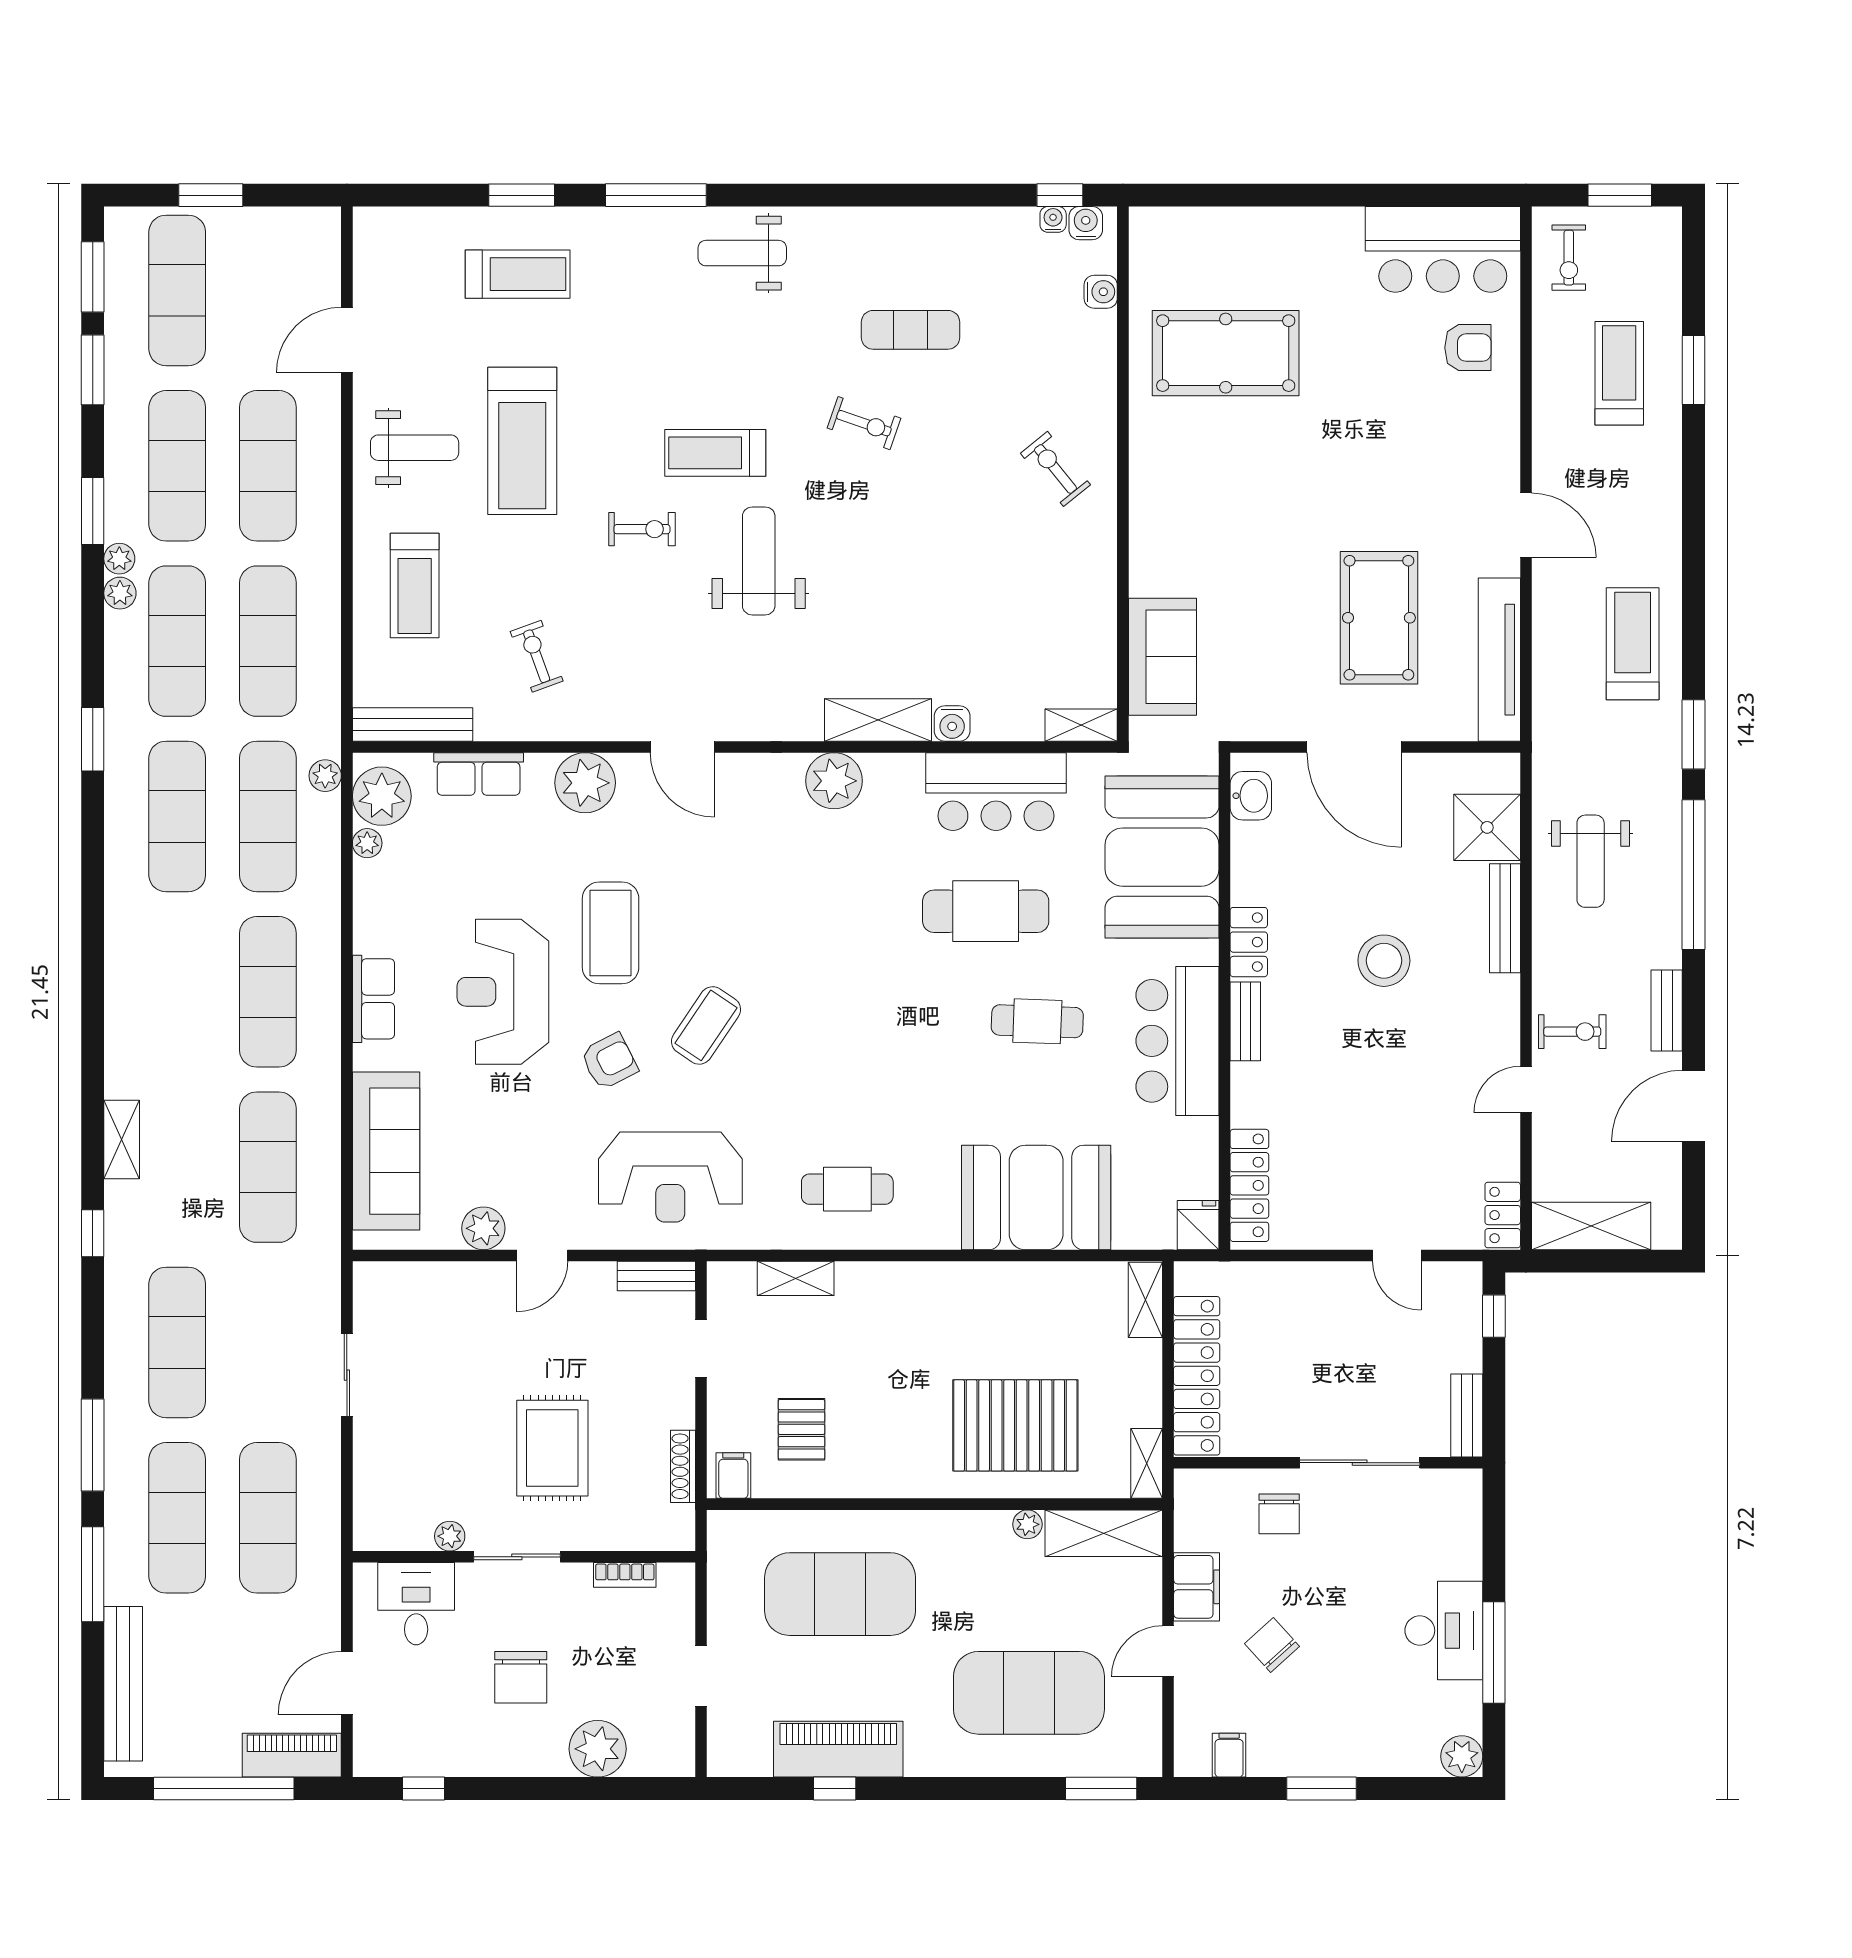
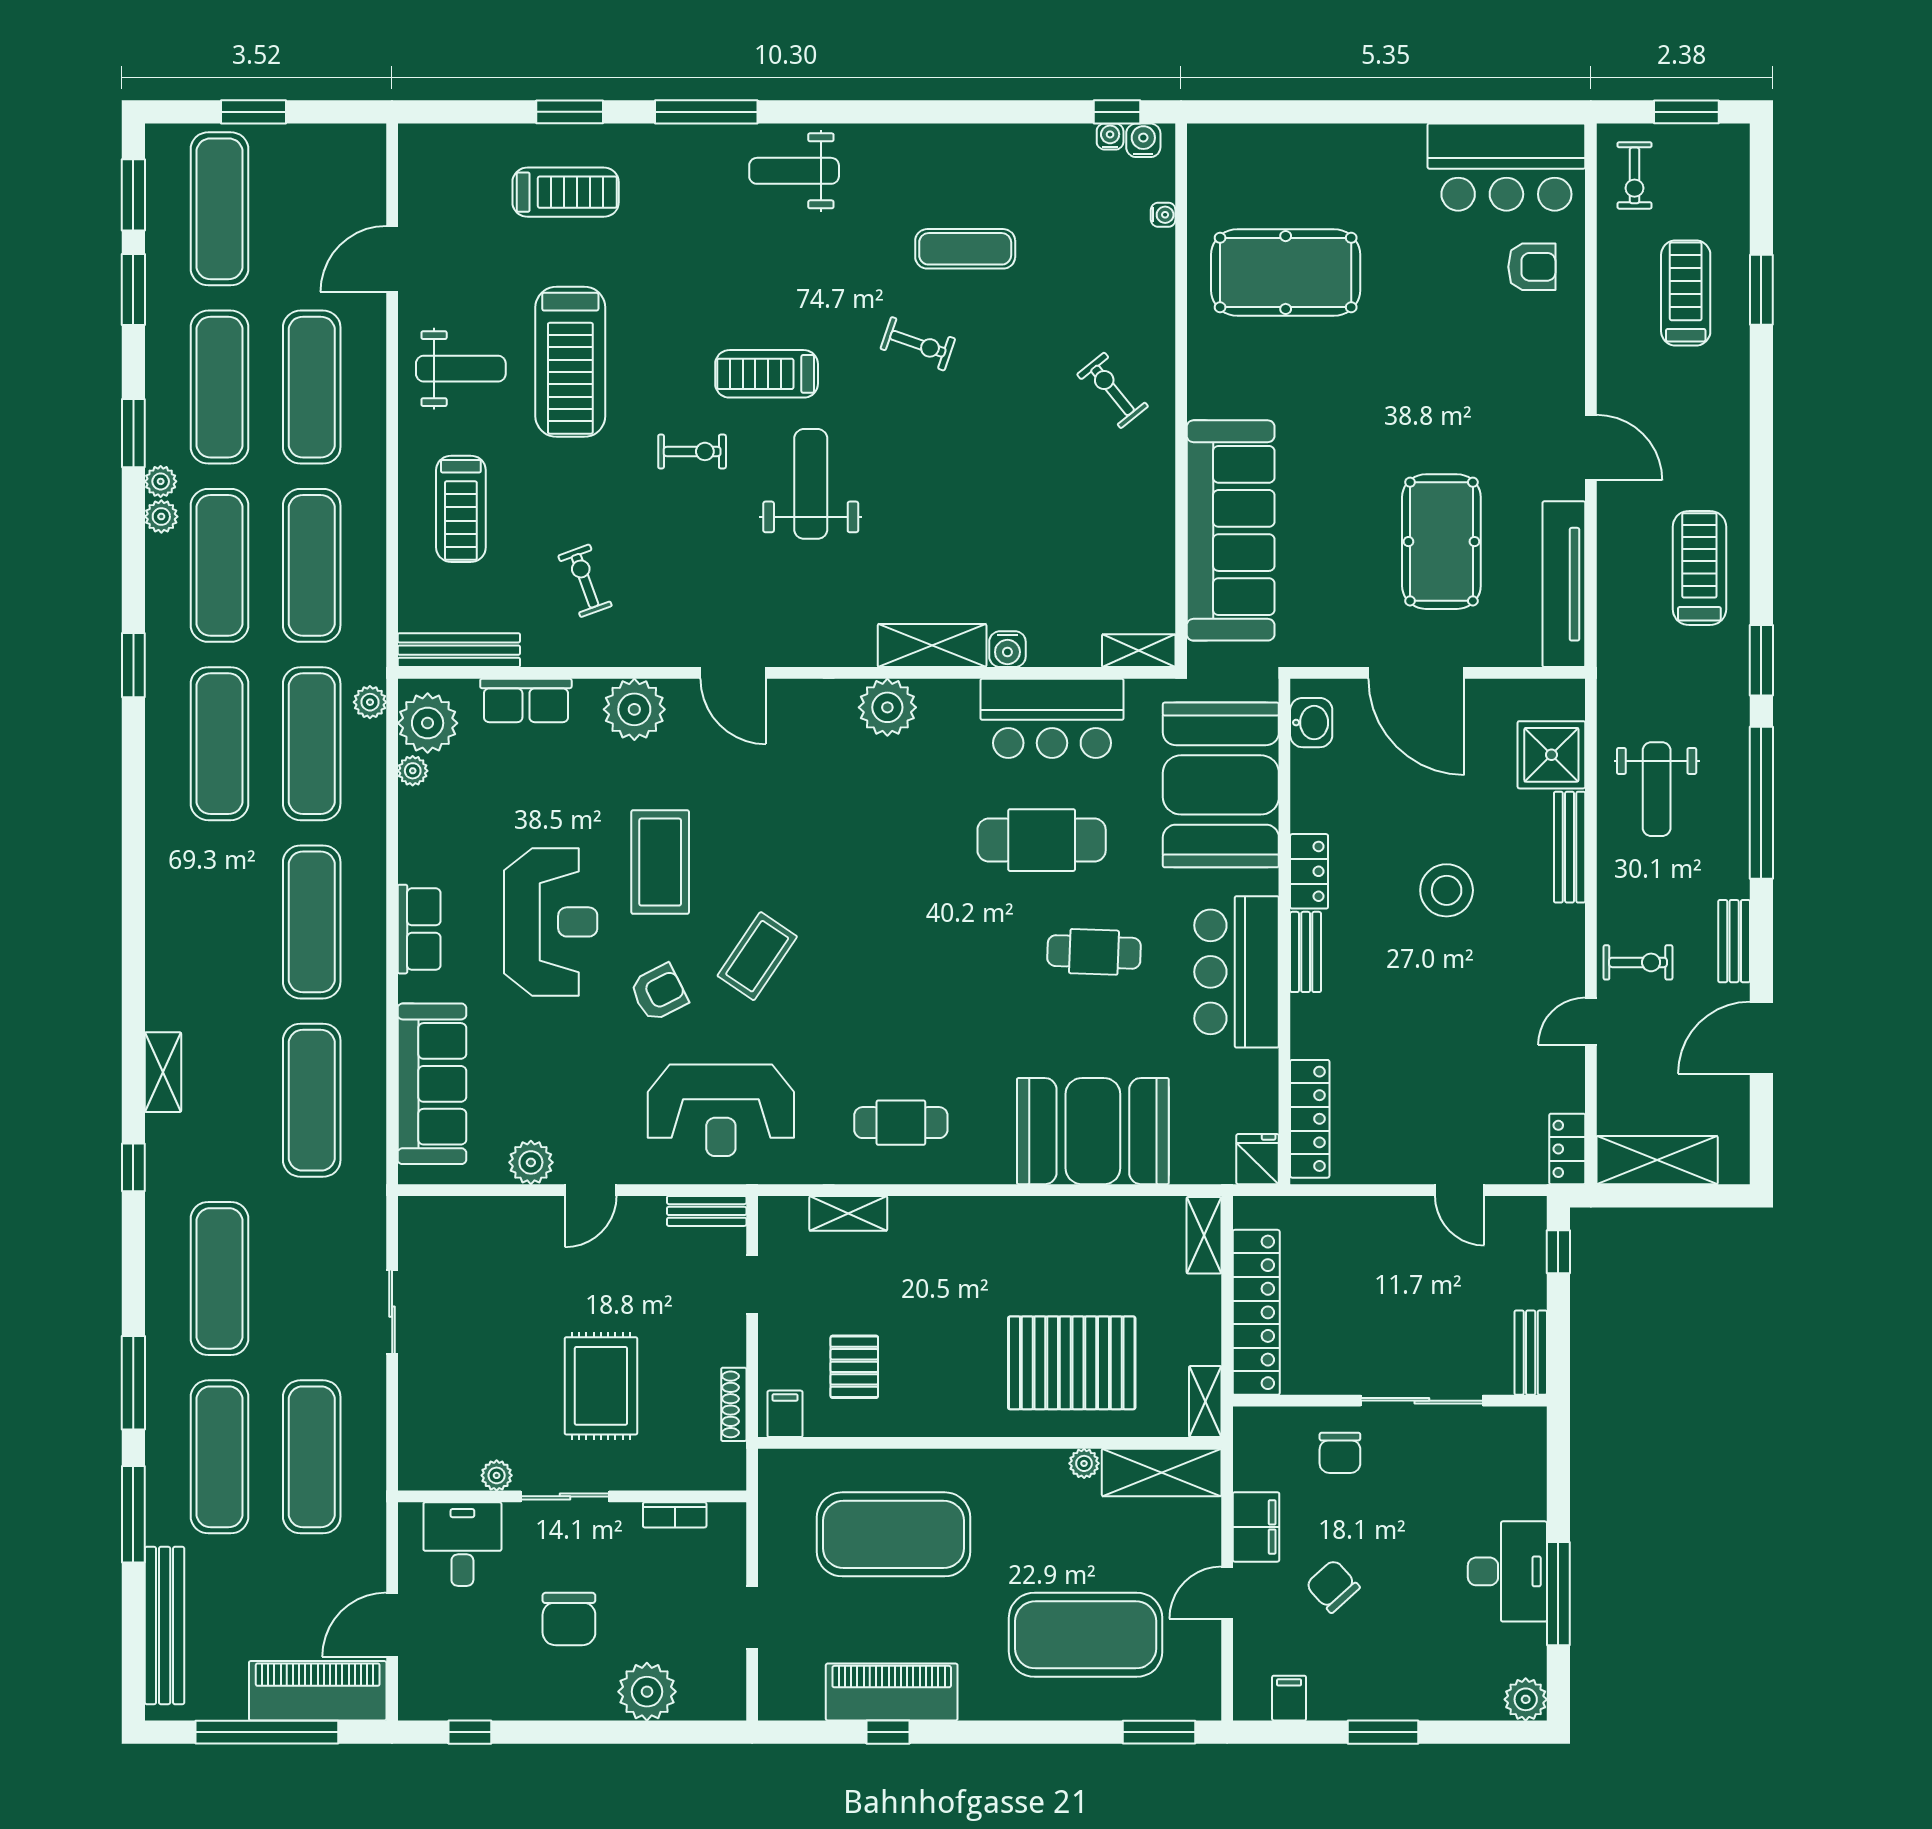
water cooler: (1101, 292) -> (1163, 215), width x0.72, depth x0.72
sofa: (1162, 657) -> (1231, 530), width x1.85, depth x1.27
reception desk: (503, 992) -> (551, 922), turned 180
piano: (292, 1755) -> (318, 1691), width x1.37, depth x1.33

